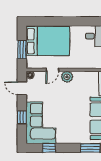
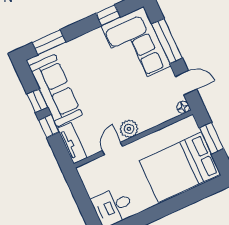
door: (52, 70) -> (112, 149), moved
window: (22, 117) -> (167, 41), width x2.17

